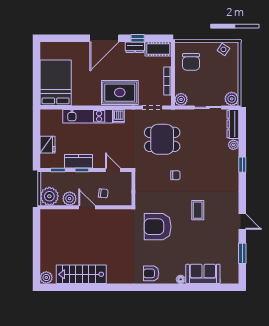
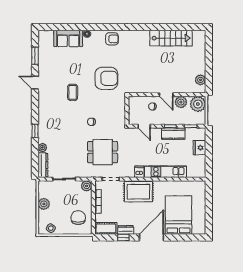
bed: (56, 83) -> (179, 215), moved, turned 180
plant: (232, 99) -> (44, 204), moved
plant: (46, 277) -> (200, 80), moved

